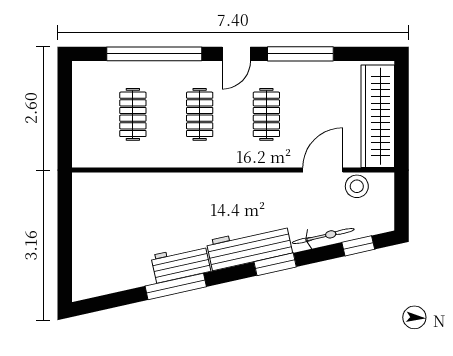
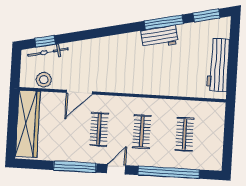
door: (323, 170) -> (79, 92), moved
bicycle: (323, 236) -> (48, 52), moved
workbench: (249, 247) -> (218, 65), moved, turned 103
window: (275, 264) -> (206, 15), moved

